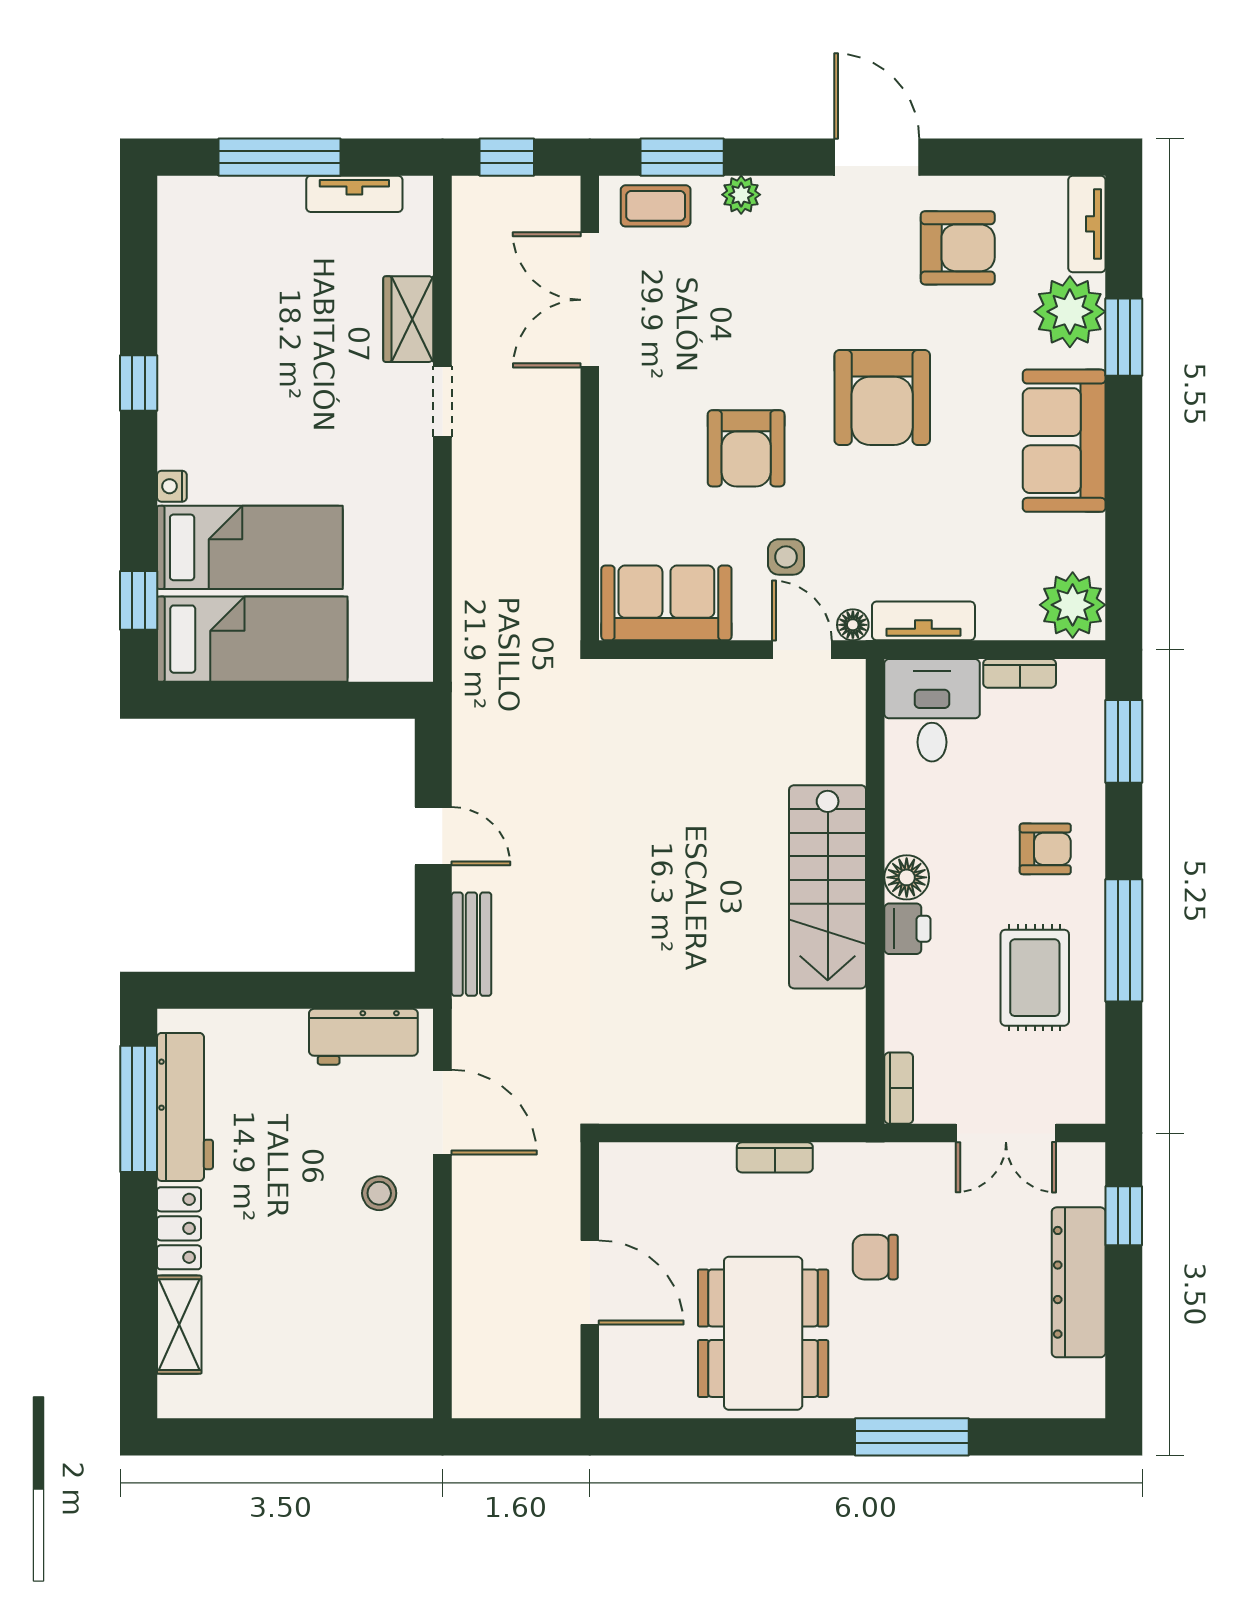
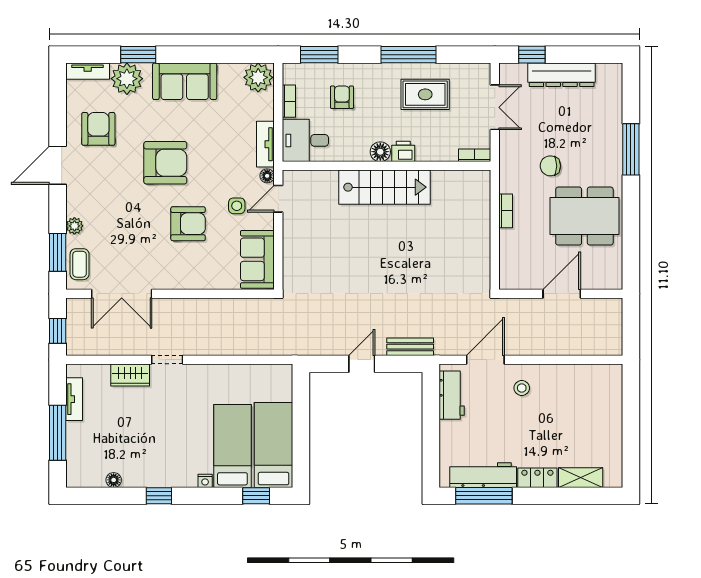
floor lamp: (174, 282) -> (114, 480), added
armchair: (1045, 849) -> (342, 97), moved
chair: (875, 1257) -> (550, 166), turned 90

